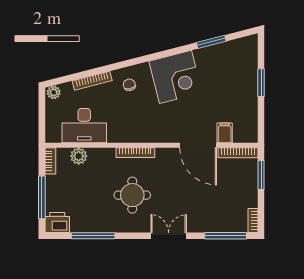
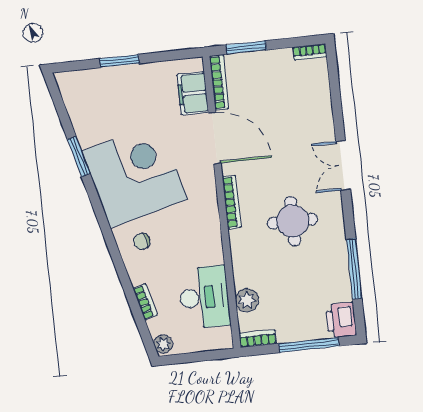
window: (211, 42) -> (79, 157), moved
corner desk: (176, 77) -> (134, 175), width x1.36, depth x1.36
bookcase: (92, 81) -> (145, 302), width x0.64
filing cabinet: (225, 133) -> (193, 93), width x2.00
door: (198, 145) -> (215, 138), hinge flipped
bookcase: (135, 153) -> (232, 202), moved
window: (226, 236) -> (335, 87), removed

